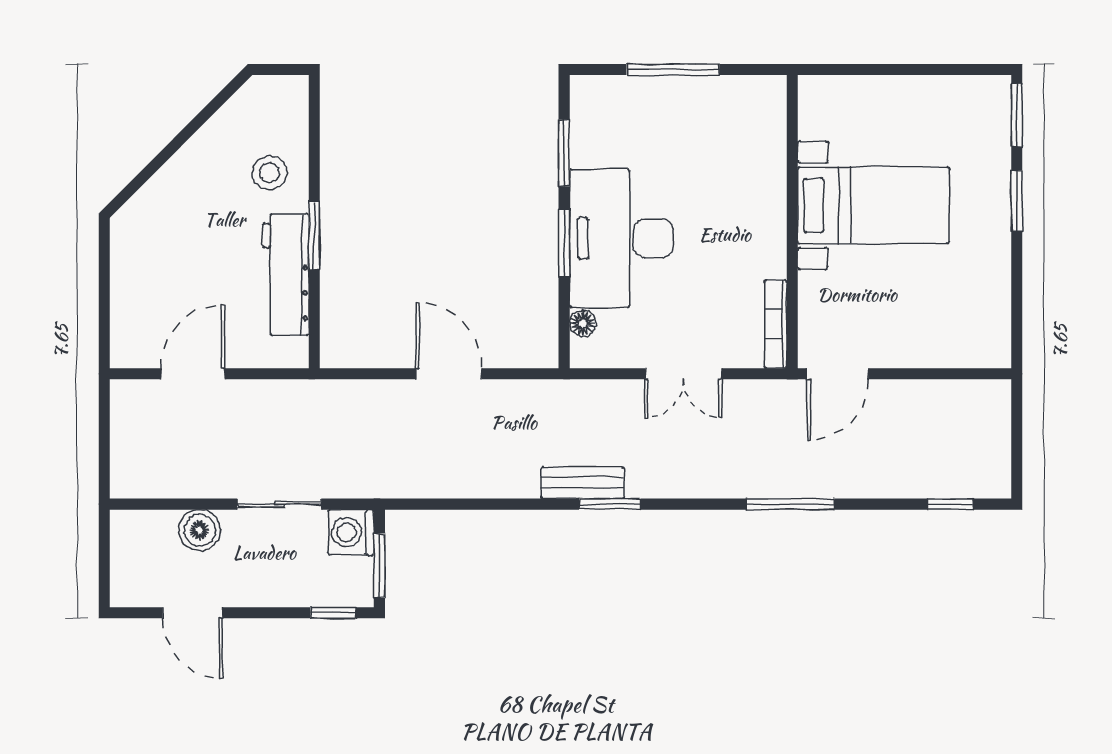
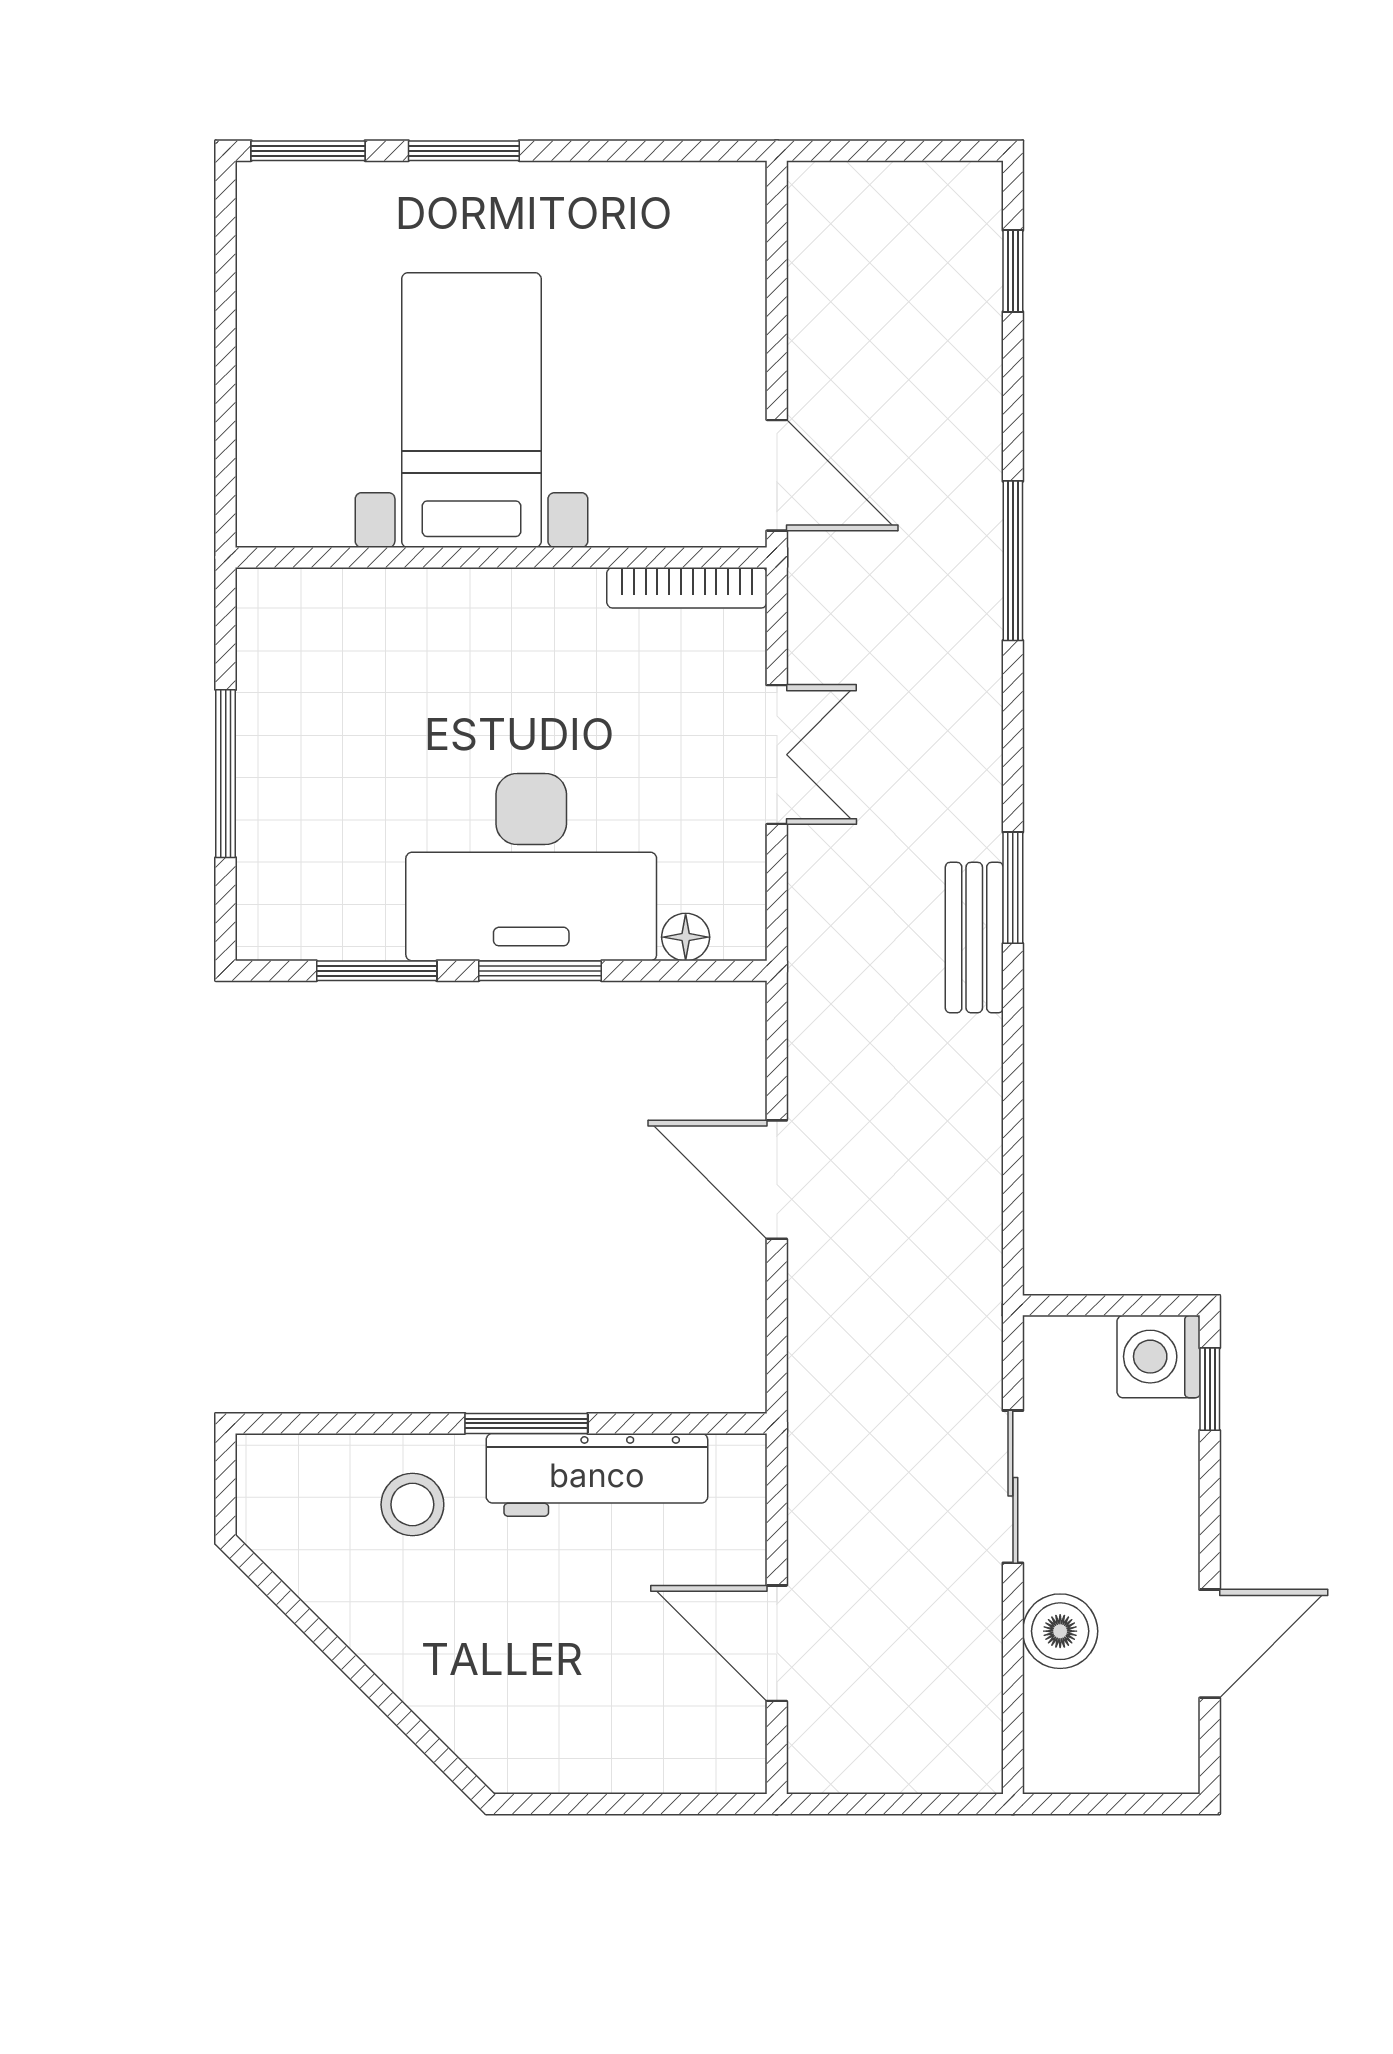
door: (449, 374) -> (777, 1180), hinge flipped
washing machine: (351, 532) -> (1158, 1357), moved, turned 90
window: (379, 566) -> (1125, 1305), removed

